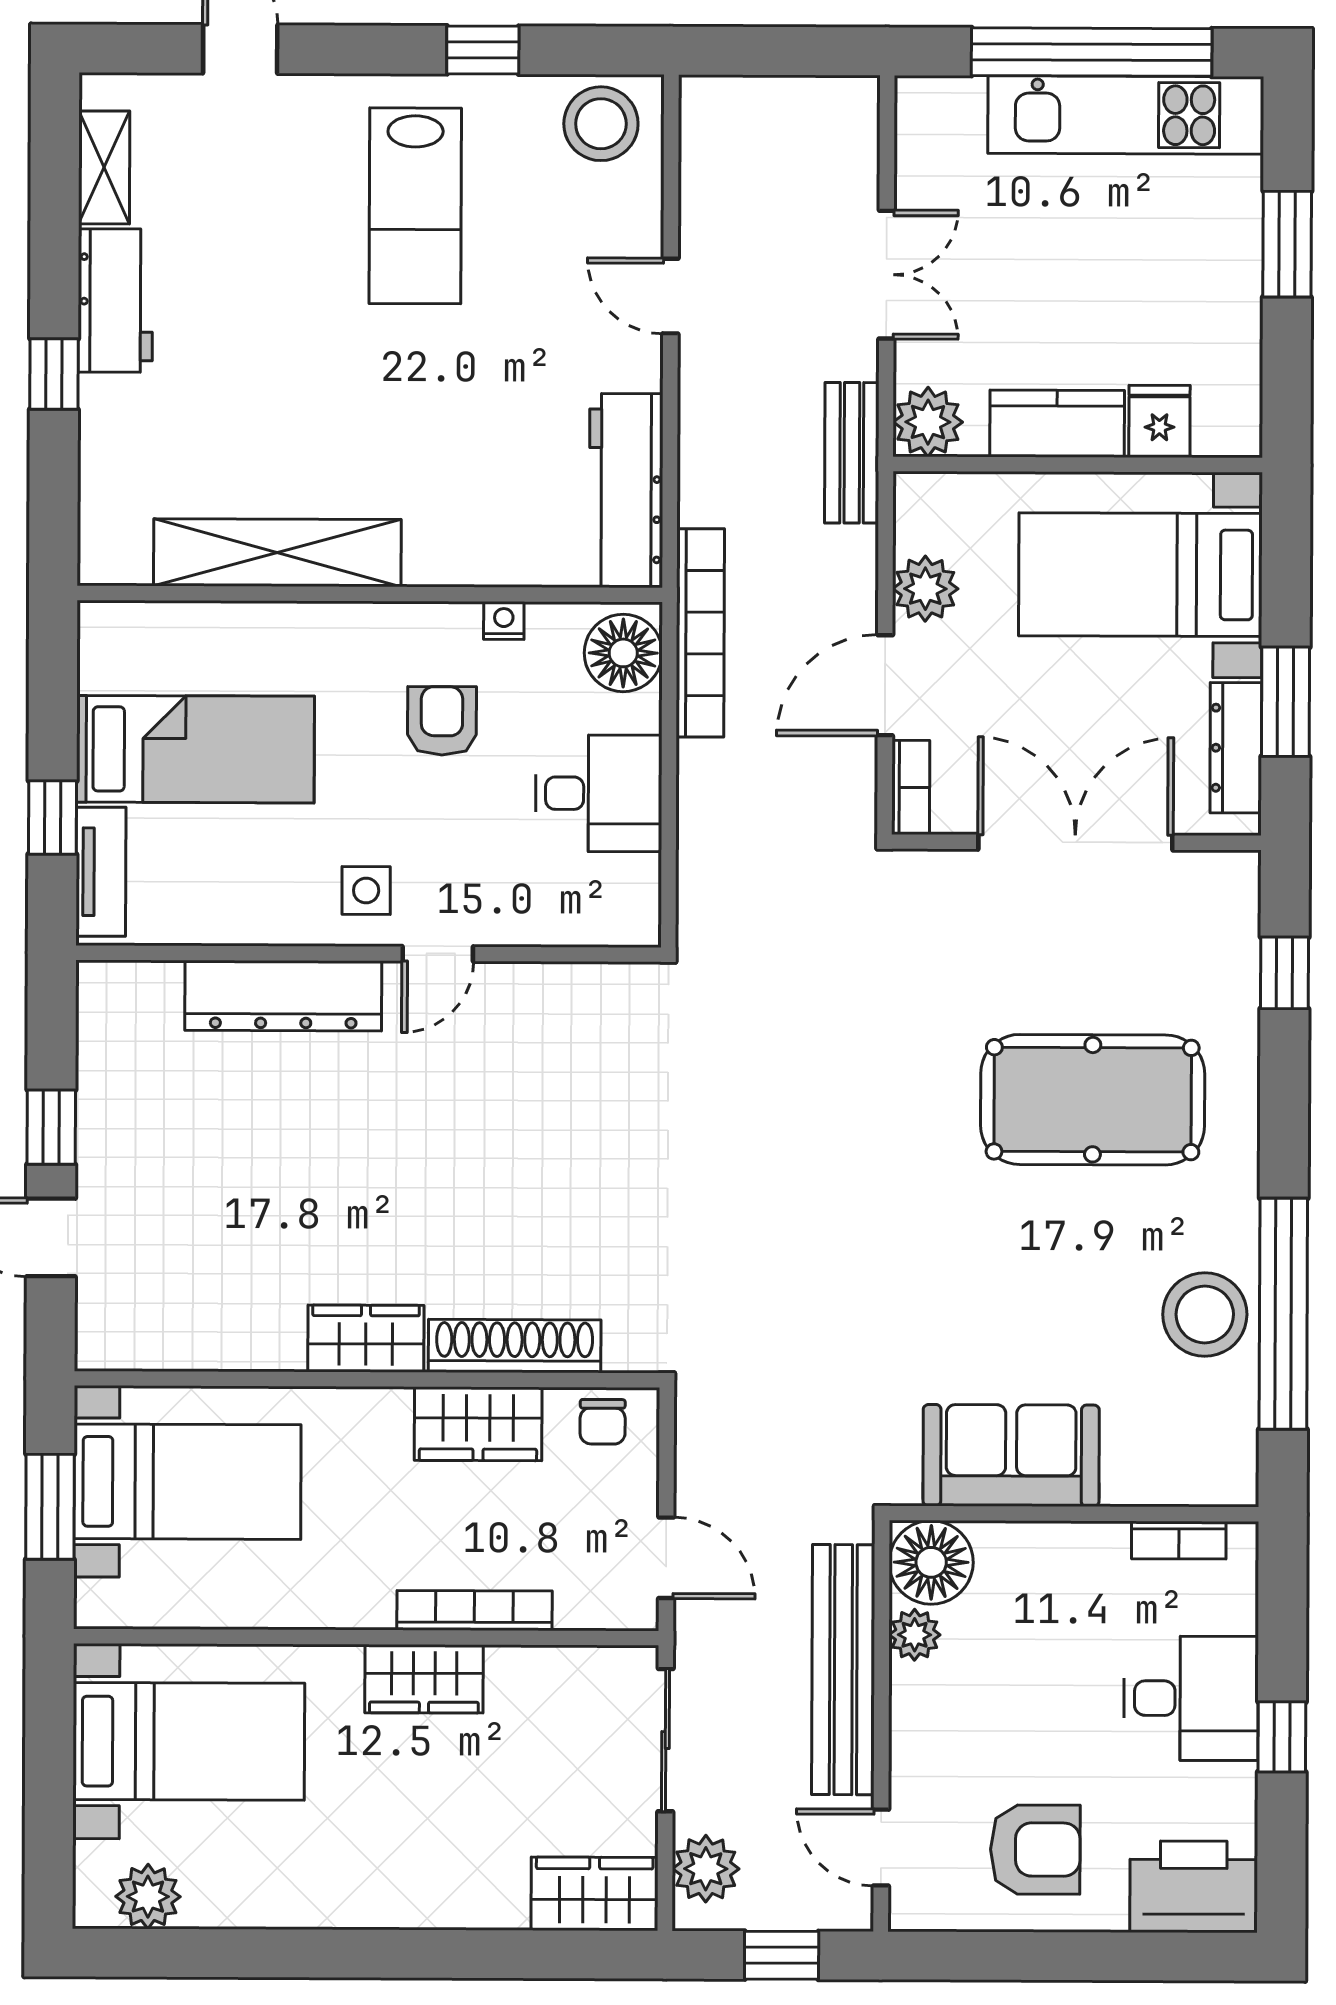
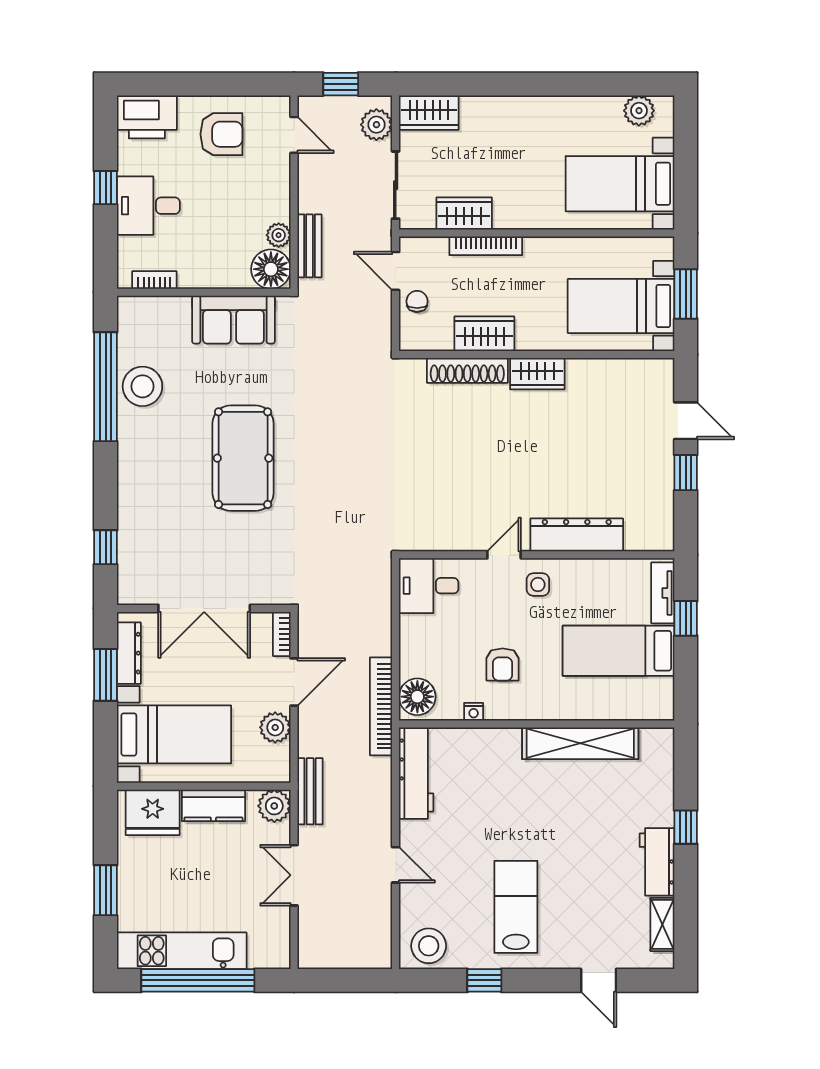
fridge: (1159, 421) -> (153, 812), width x1.88, depth x1.34
desk: (599, 793) -> (429, 586), moved
pool table: (1093, 1100) -> (243, 458), moved, turned 90
chair: (603, 1422) -> (417, 301), moved
bench: (843, 1670) -> (309, 246), width x0.54, depth x0.82
wardrobe: (424, 1679) -> (464, 214), moved
armchair: (1035, 1849) -> (221, 134), turned 180

